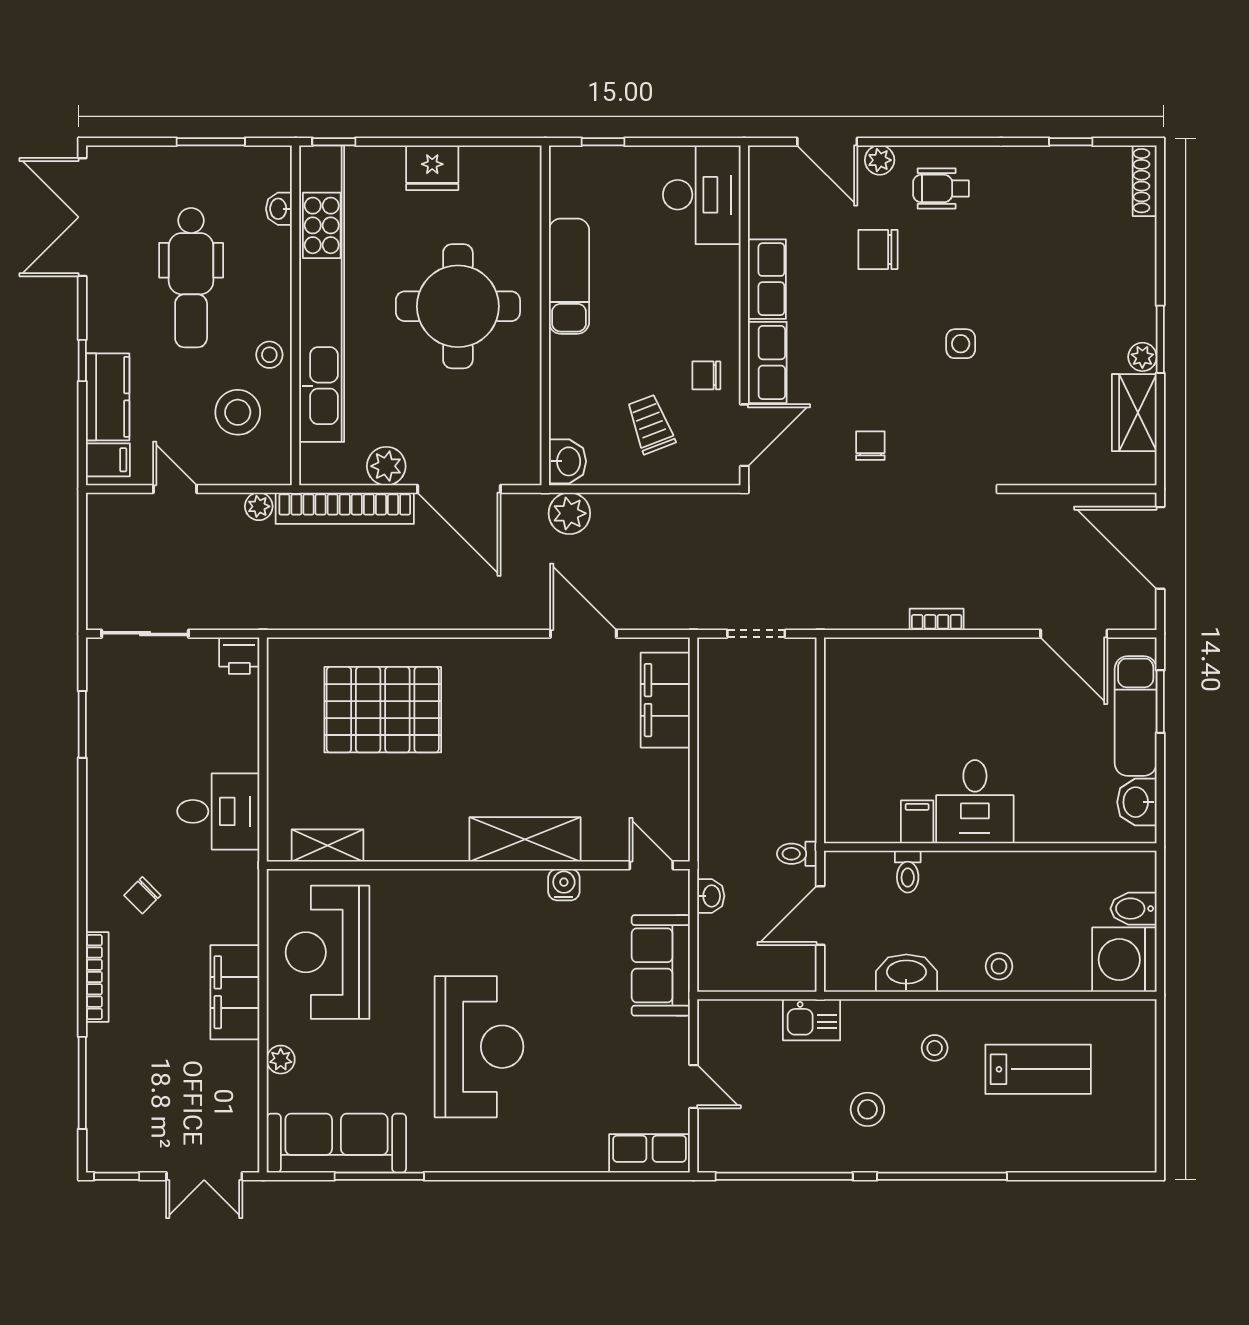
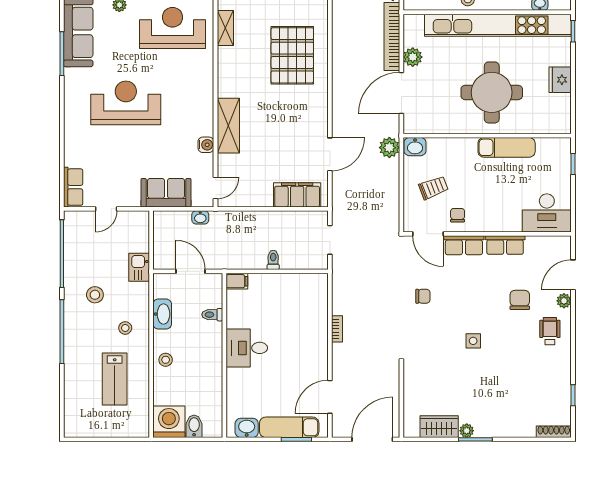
filing cabinet: (917, 822) -> (237, 281), moved
toilet: (797, 854) -> (273, 260), moved
reception desk: (479, 1047) -> (126, 103), turned 180

